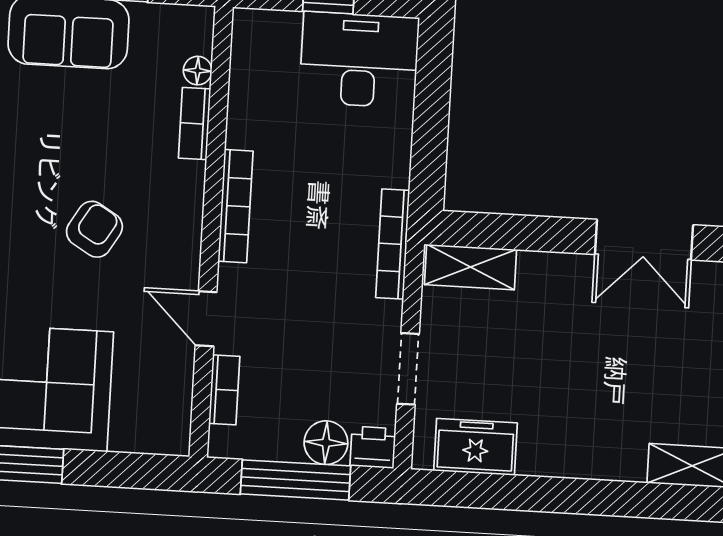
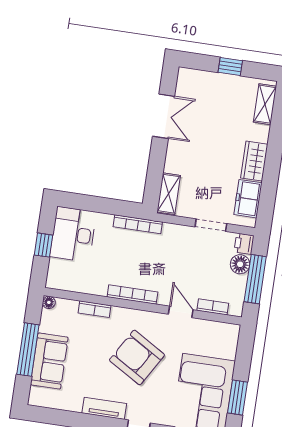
floor lamp: (198, 71) -> (49, 302), moved
armchair: (94, 229) -> (137, 357), width x1.88, depth x1.88
bookcase: (393, 244) -> (138, 224), moved
door: (206, 319) -> (181, 312), swing flipped
wardrobe: (562, 453) -> (254, 161), added

